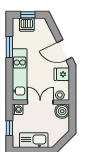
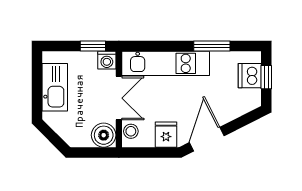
window: (9, 128) -> (93, 46), moved

